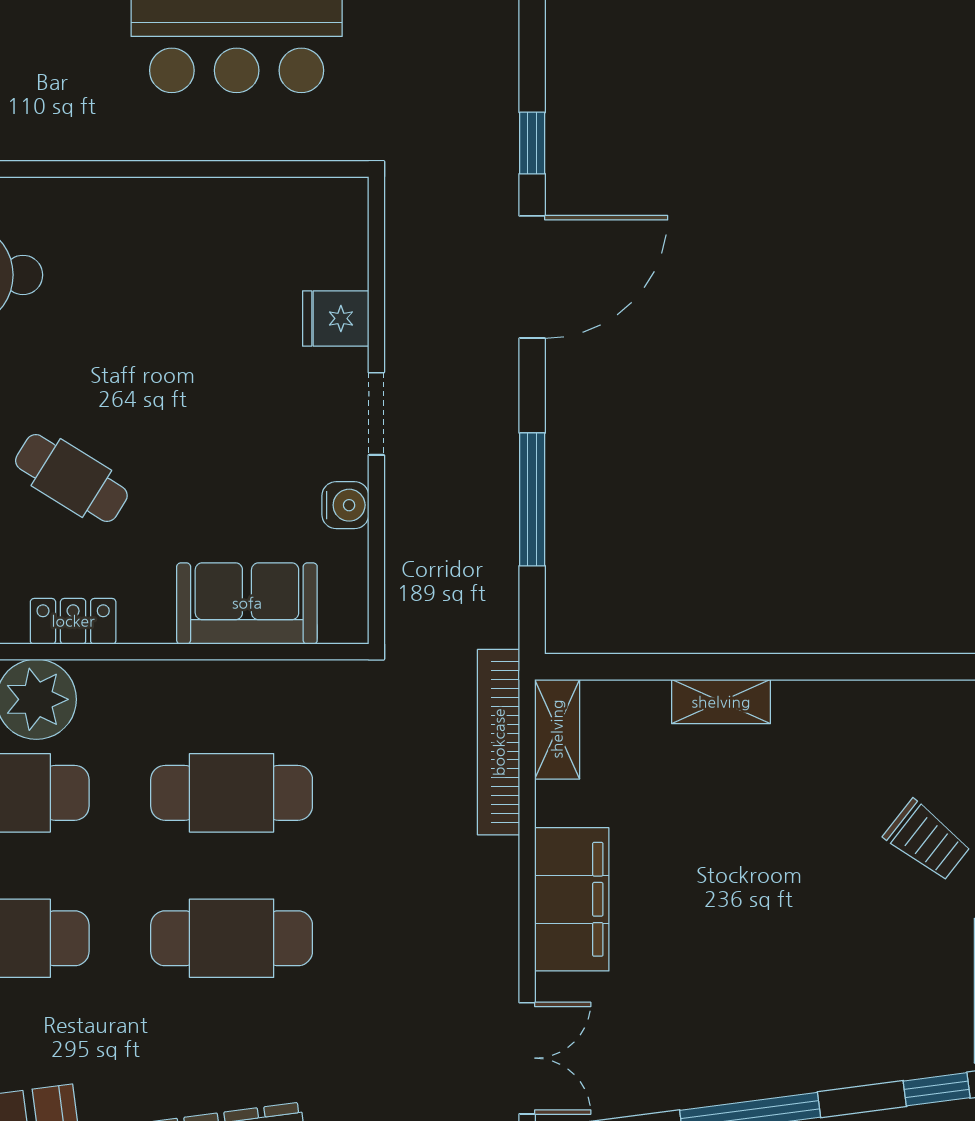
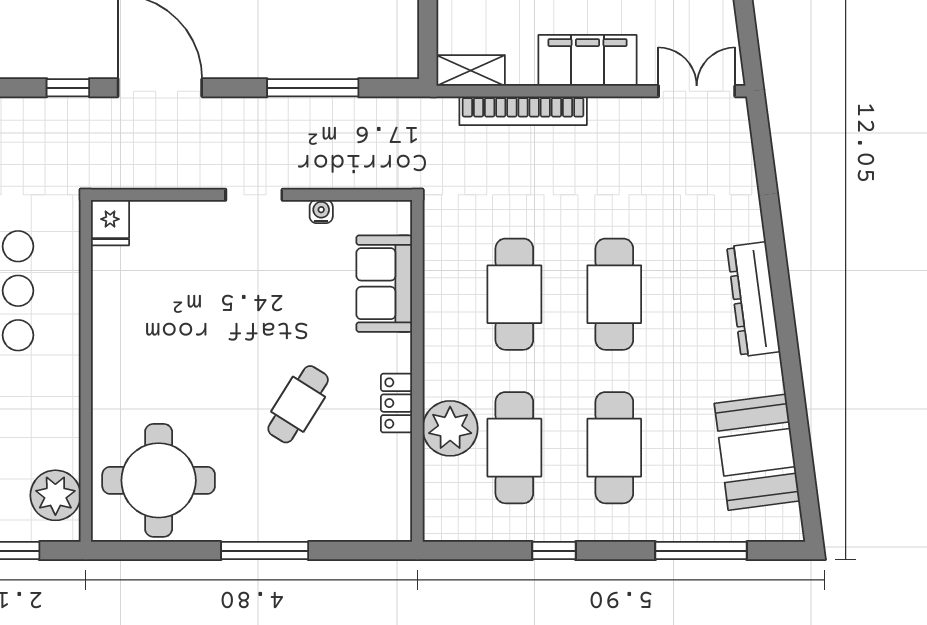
fridge: (336, 318) -> (110, 223), moved
water cooler: (345, 505) -> (321, 212), width x0.72, depth x0.72
bookcase: (499, 742) -> (523, 111), moved

